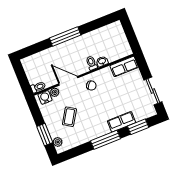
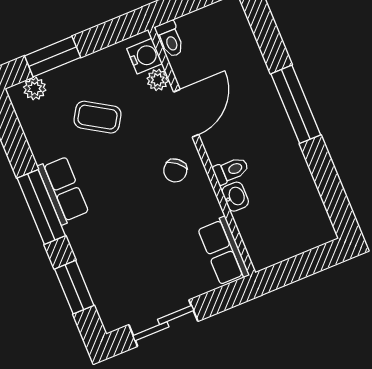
row of seats: (122, 122) -> (63, 190), moved

